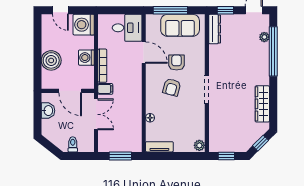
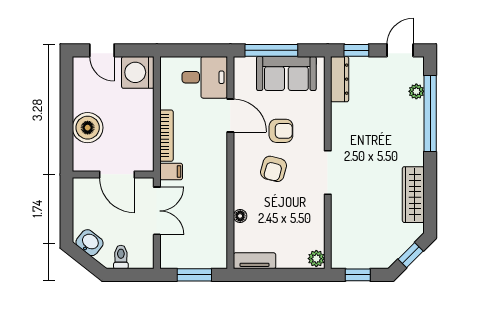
washing machine: (86, 58) -> (142, 123), removed
armchair: (177, 63) -> (281, 131), turned 90
washbasin: (48, 111) -> (90, 243), moved, turned -52

